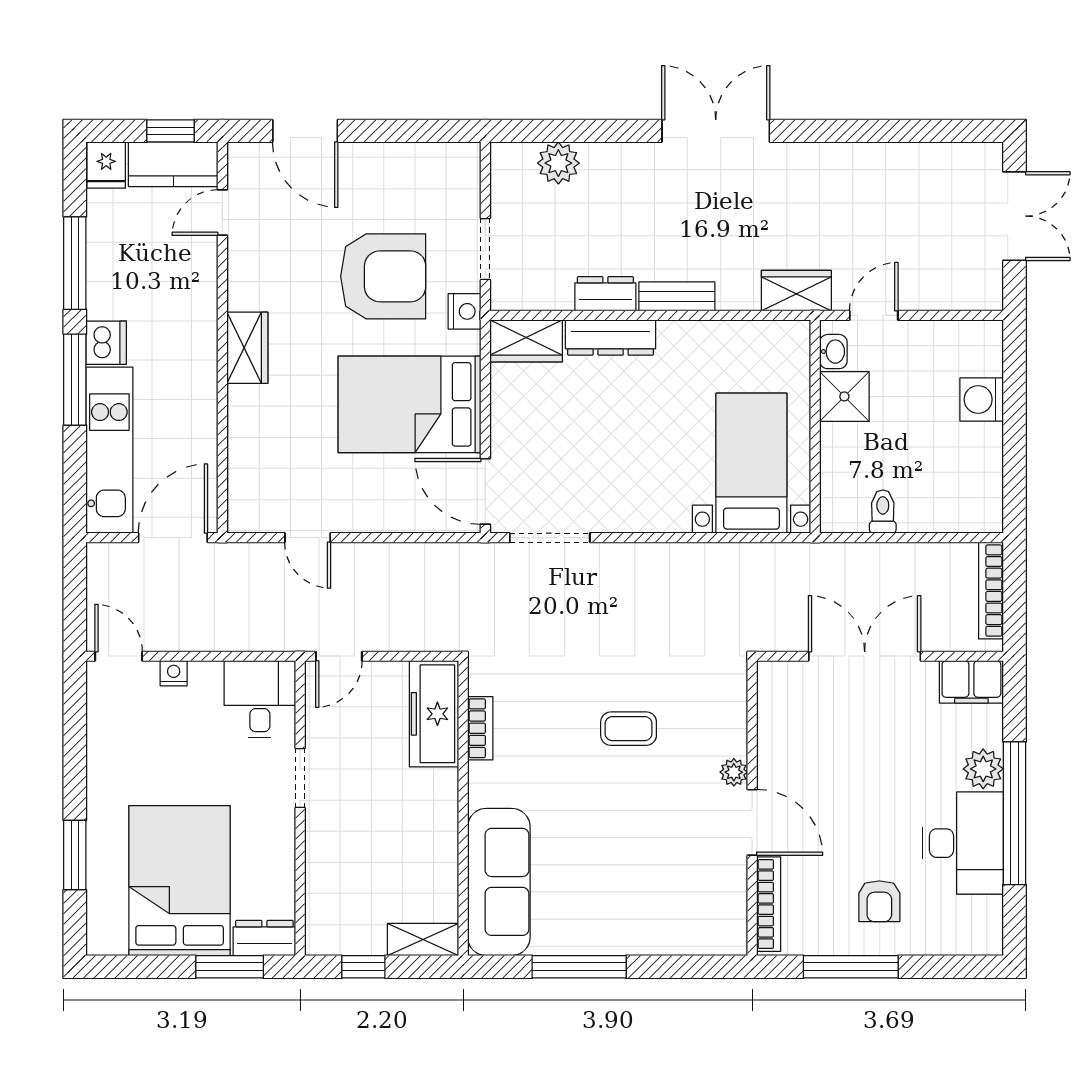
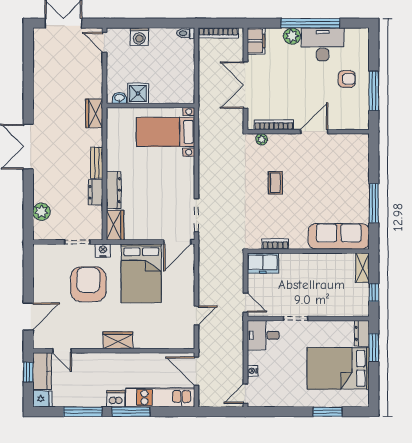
door: (874, 315) -> (104, 42), moved
toilet: (883, 512) -> (186, 33), moved
freezer: (434, 714) -> (263, 263), width x0.71
plant: (734, 772) -> (262, 139), moved
bookcase: (769, 904) -> (274, 125), moved

